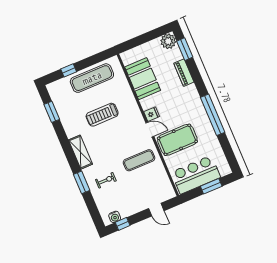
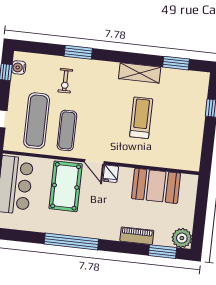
exercise mat: (92, 78) -> (37, 121), moved
door: (150, 130) -> (94, 162), hinge flipped
shelving: (80, 152) -> (140, 73), moved

